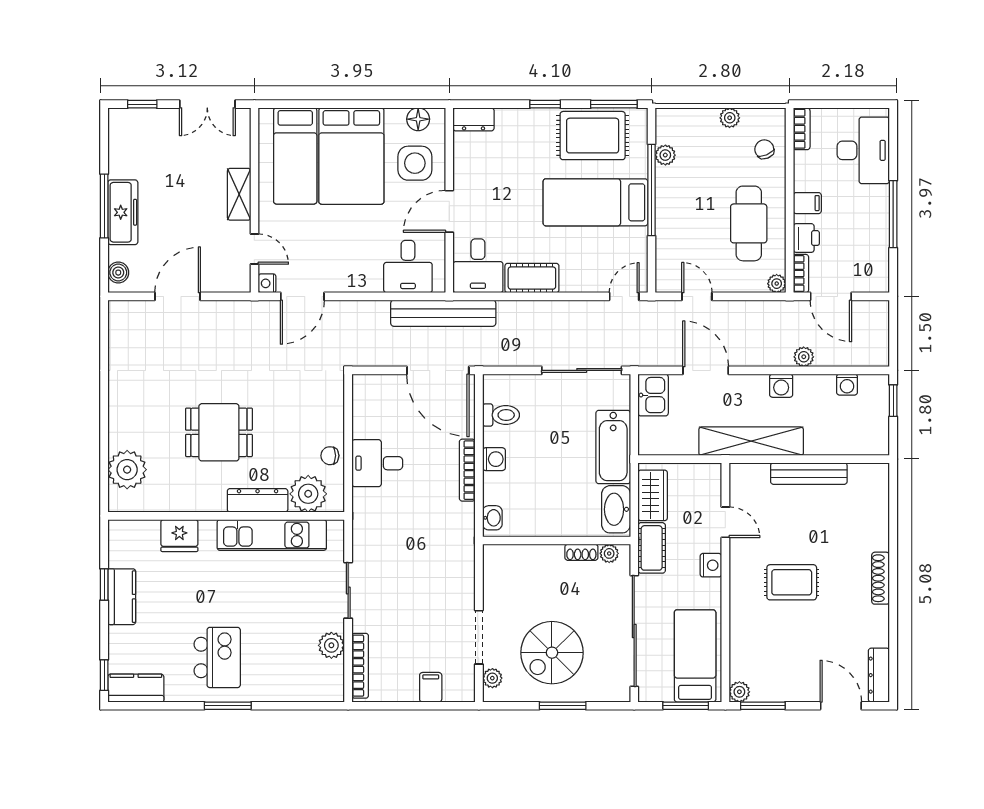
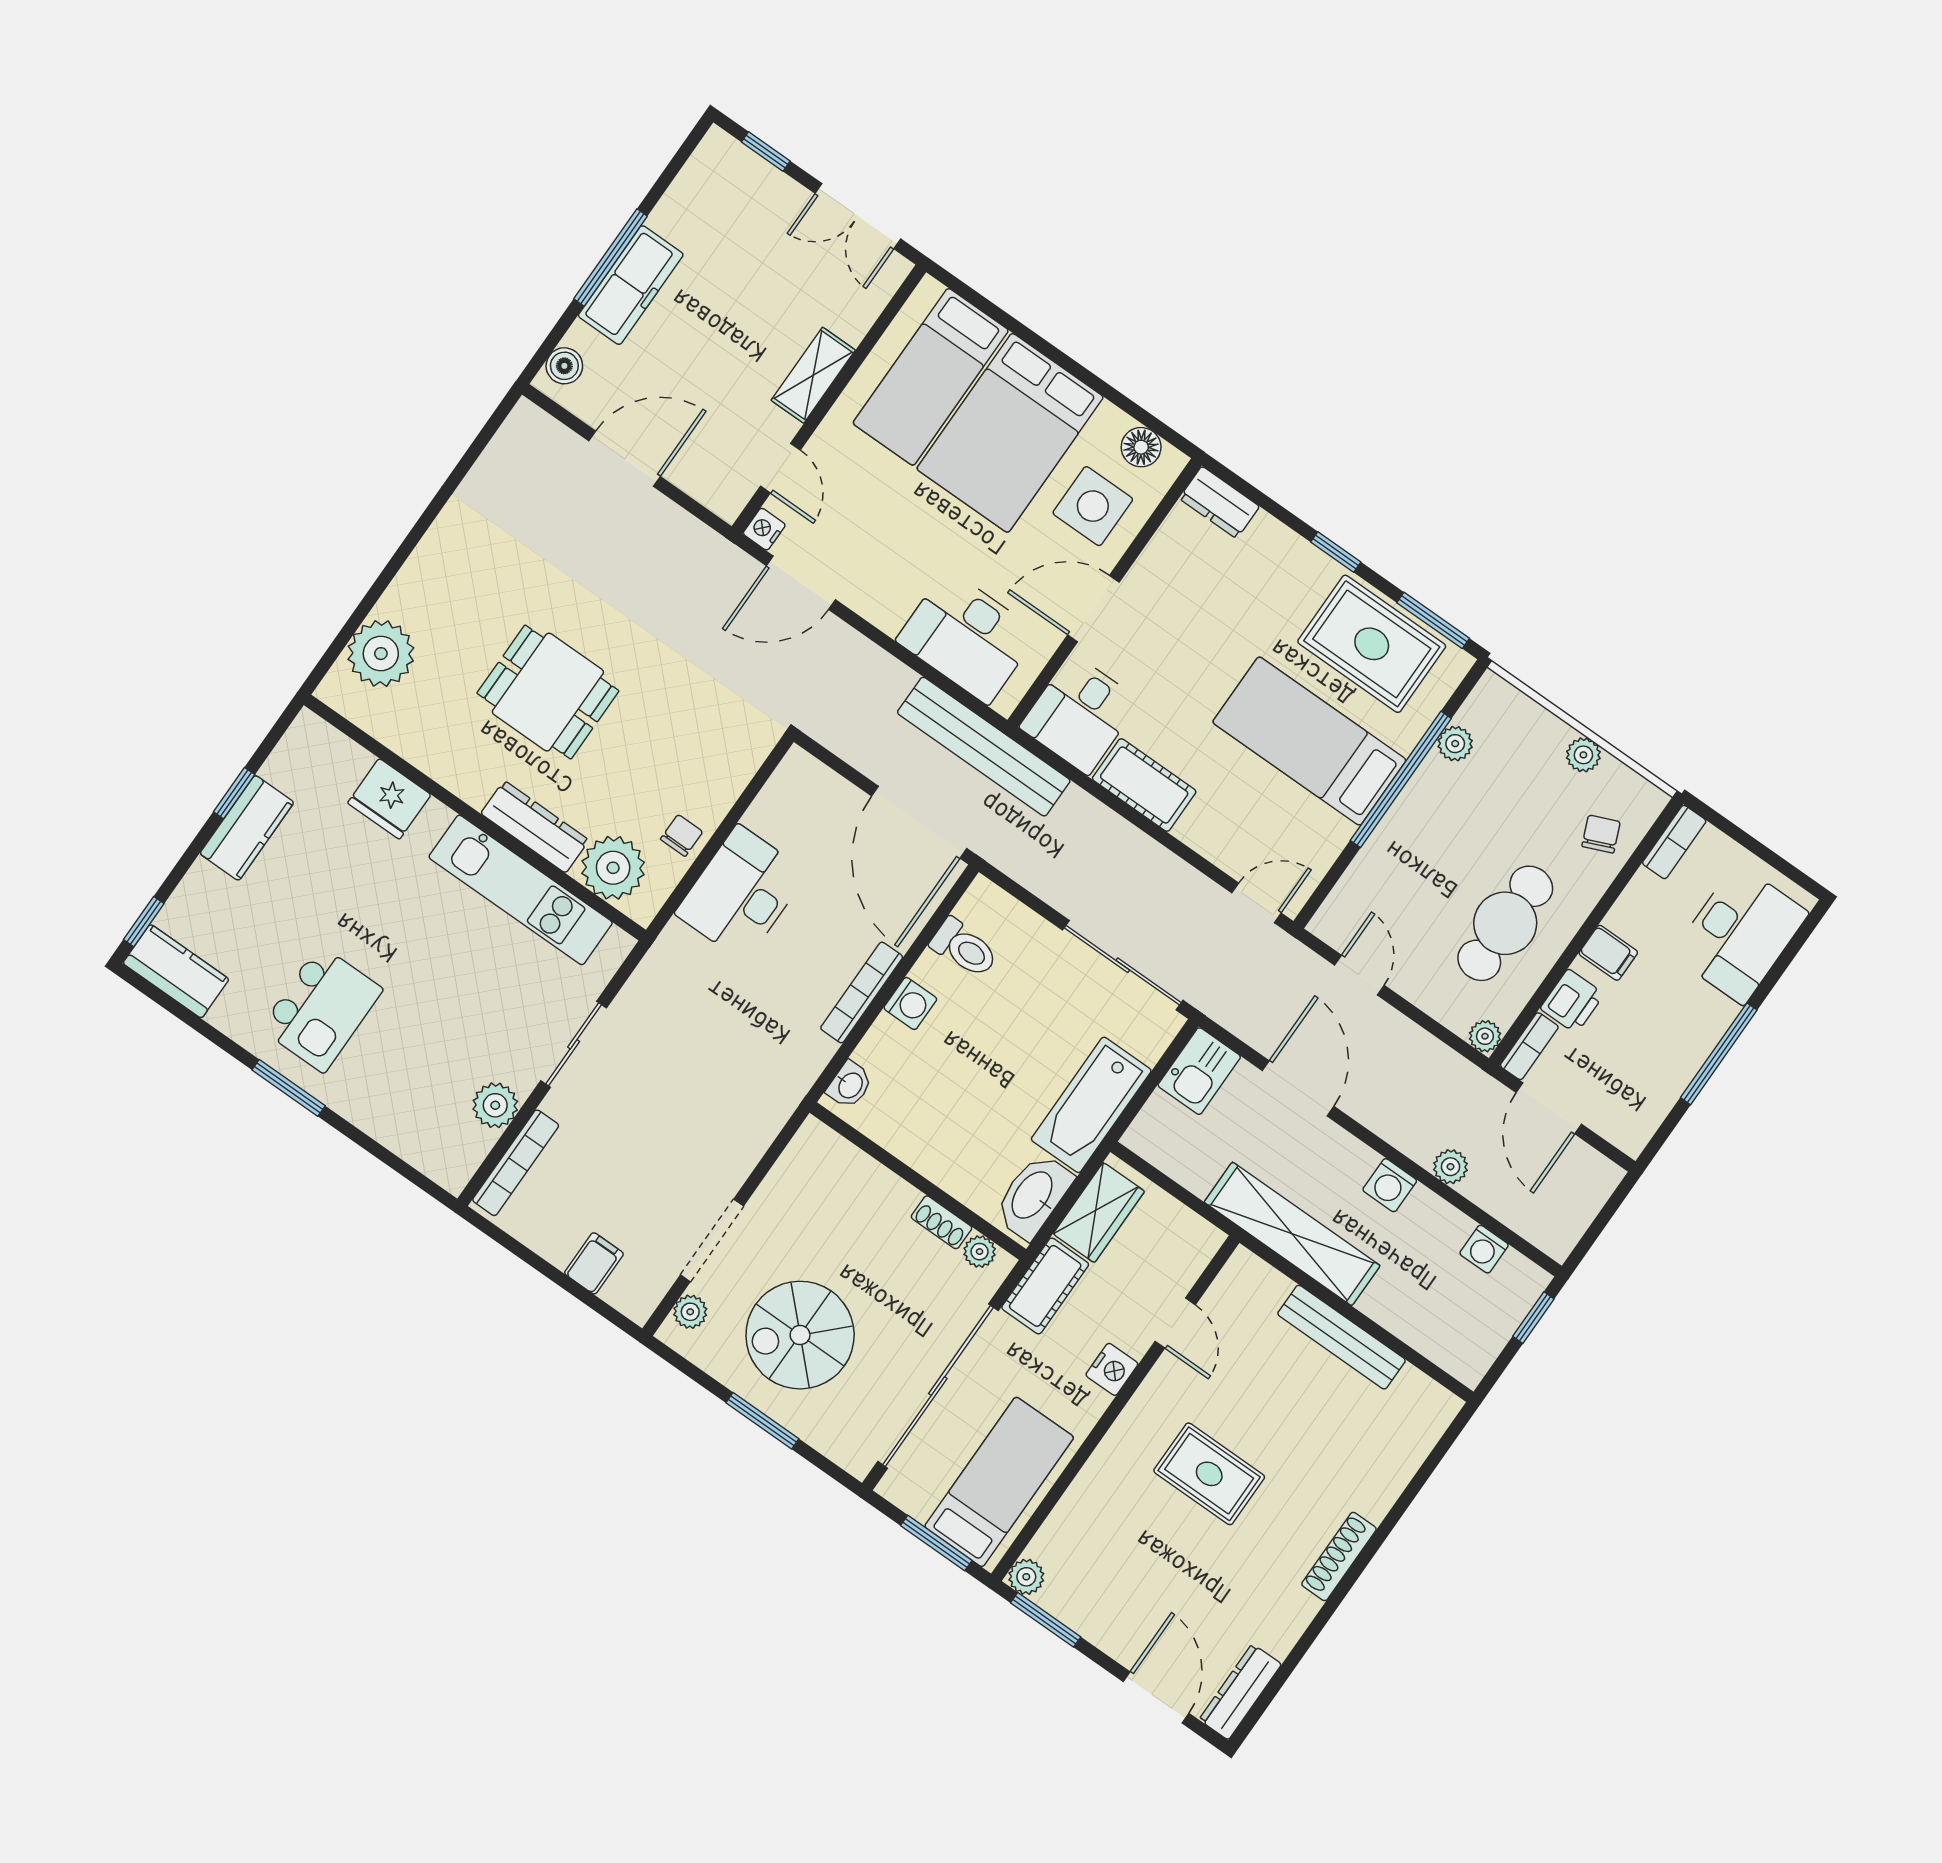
desk: (408, 267) -> (967, 637), width x1.37
chair: (330, 456) -> (682, 835), turned 90
desk: (377, 463) -> (741, 893), width x1.37

